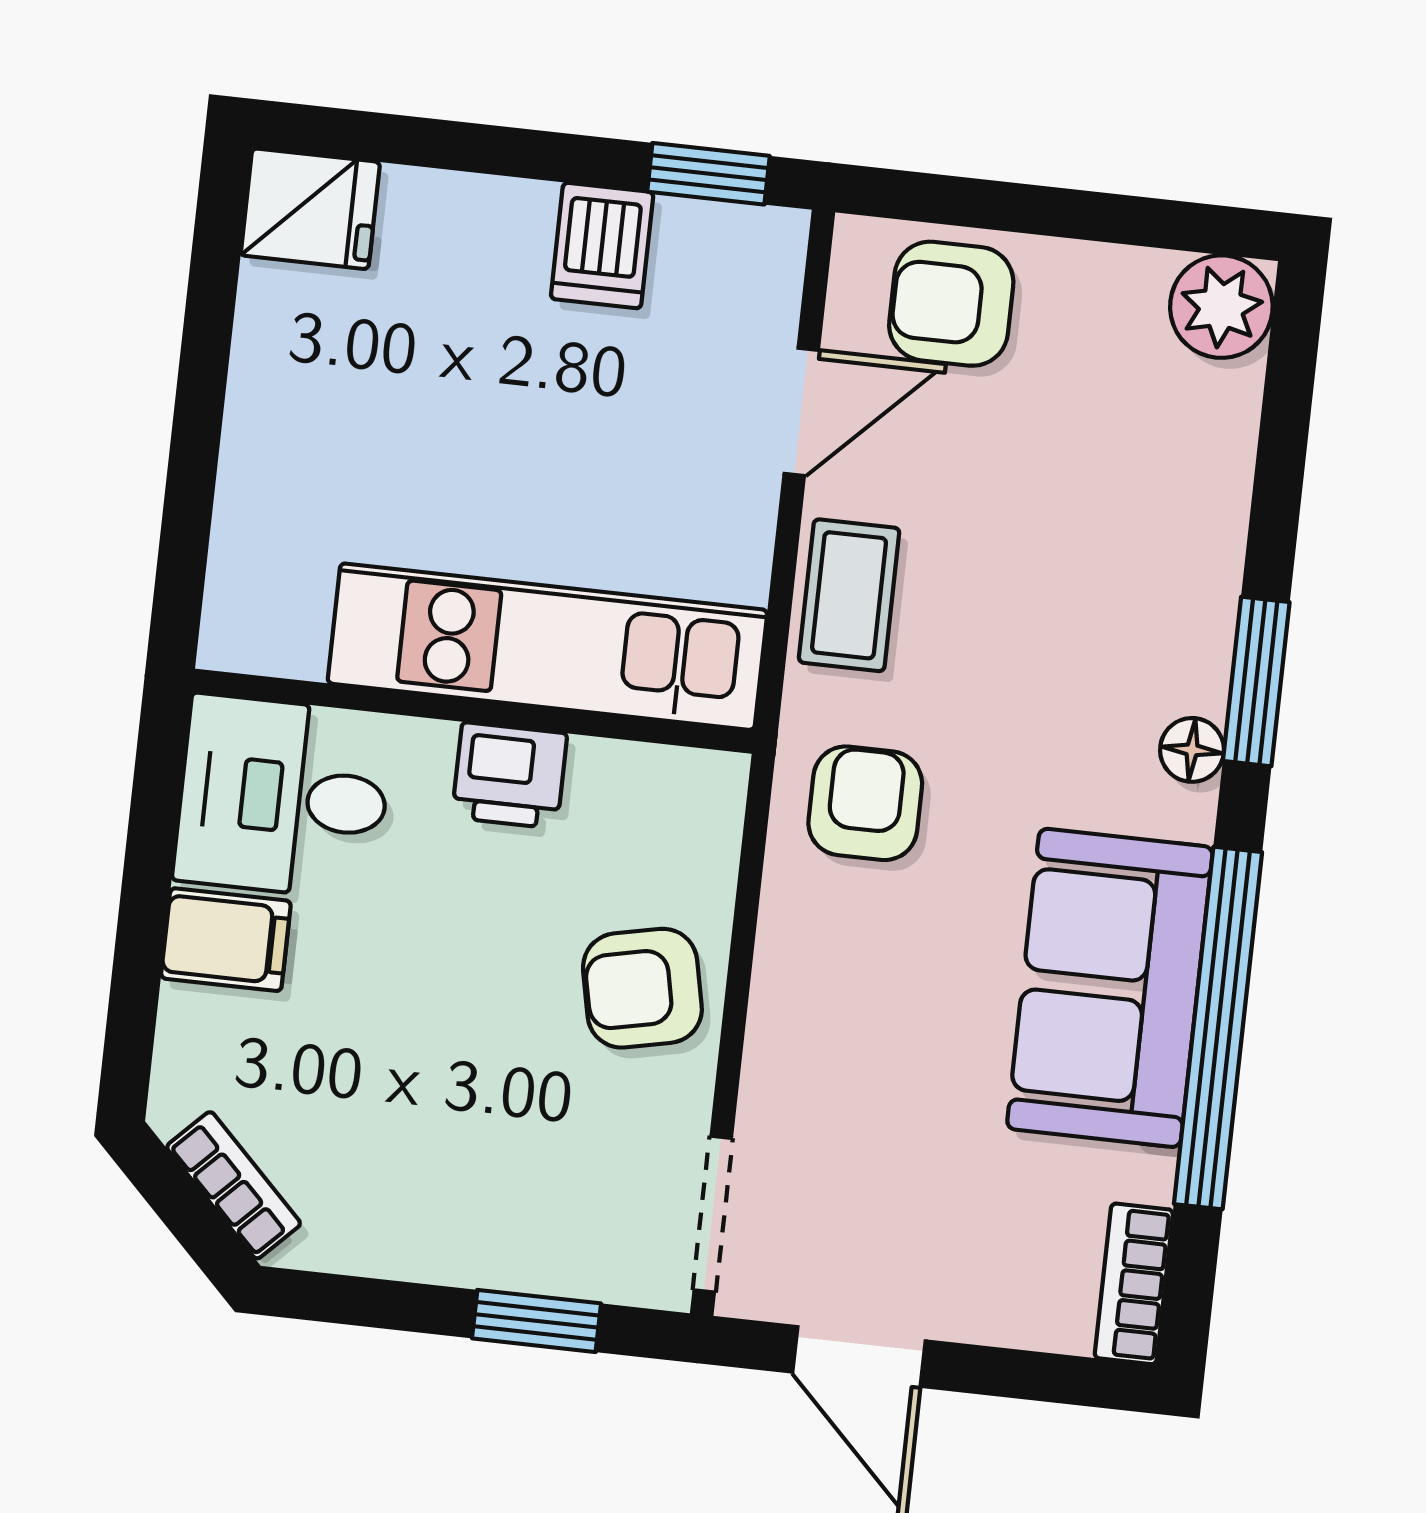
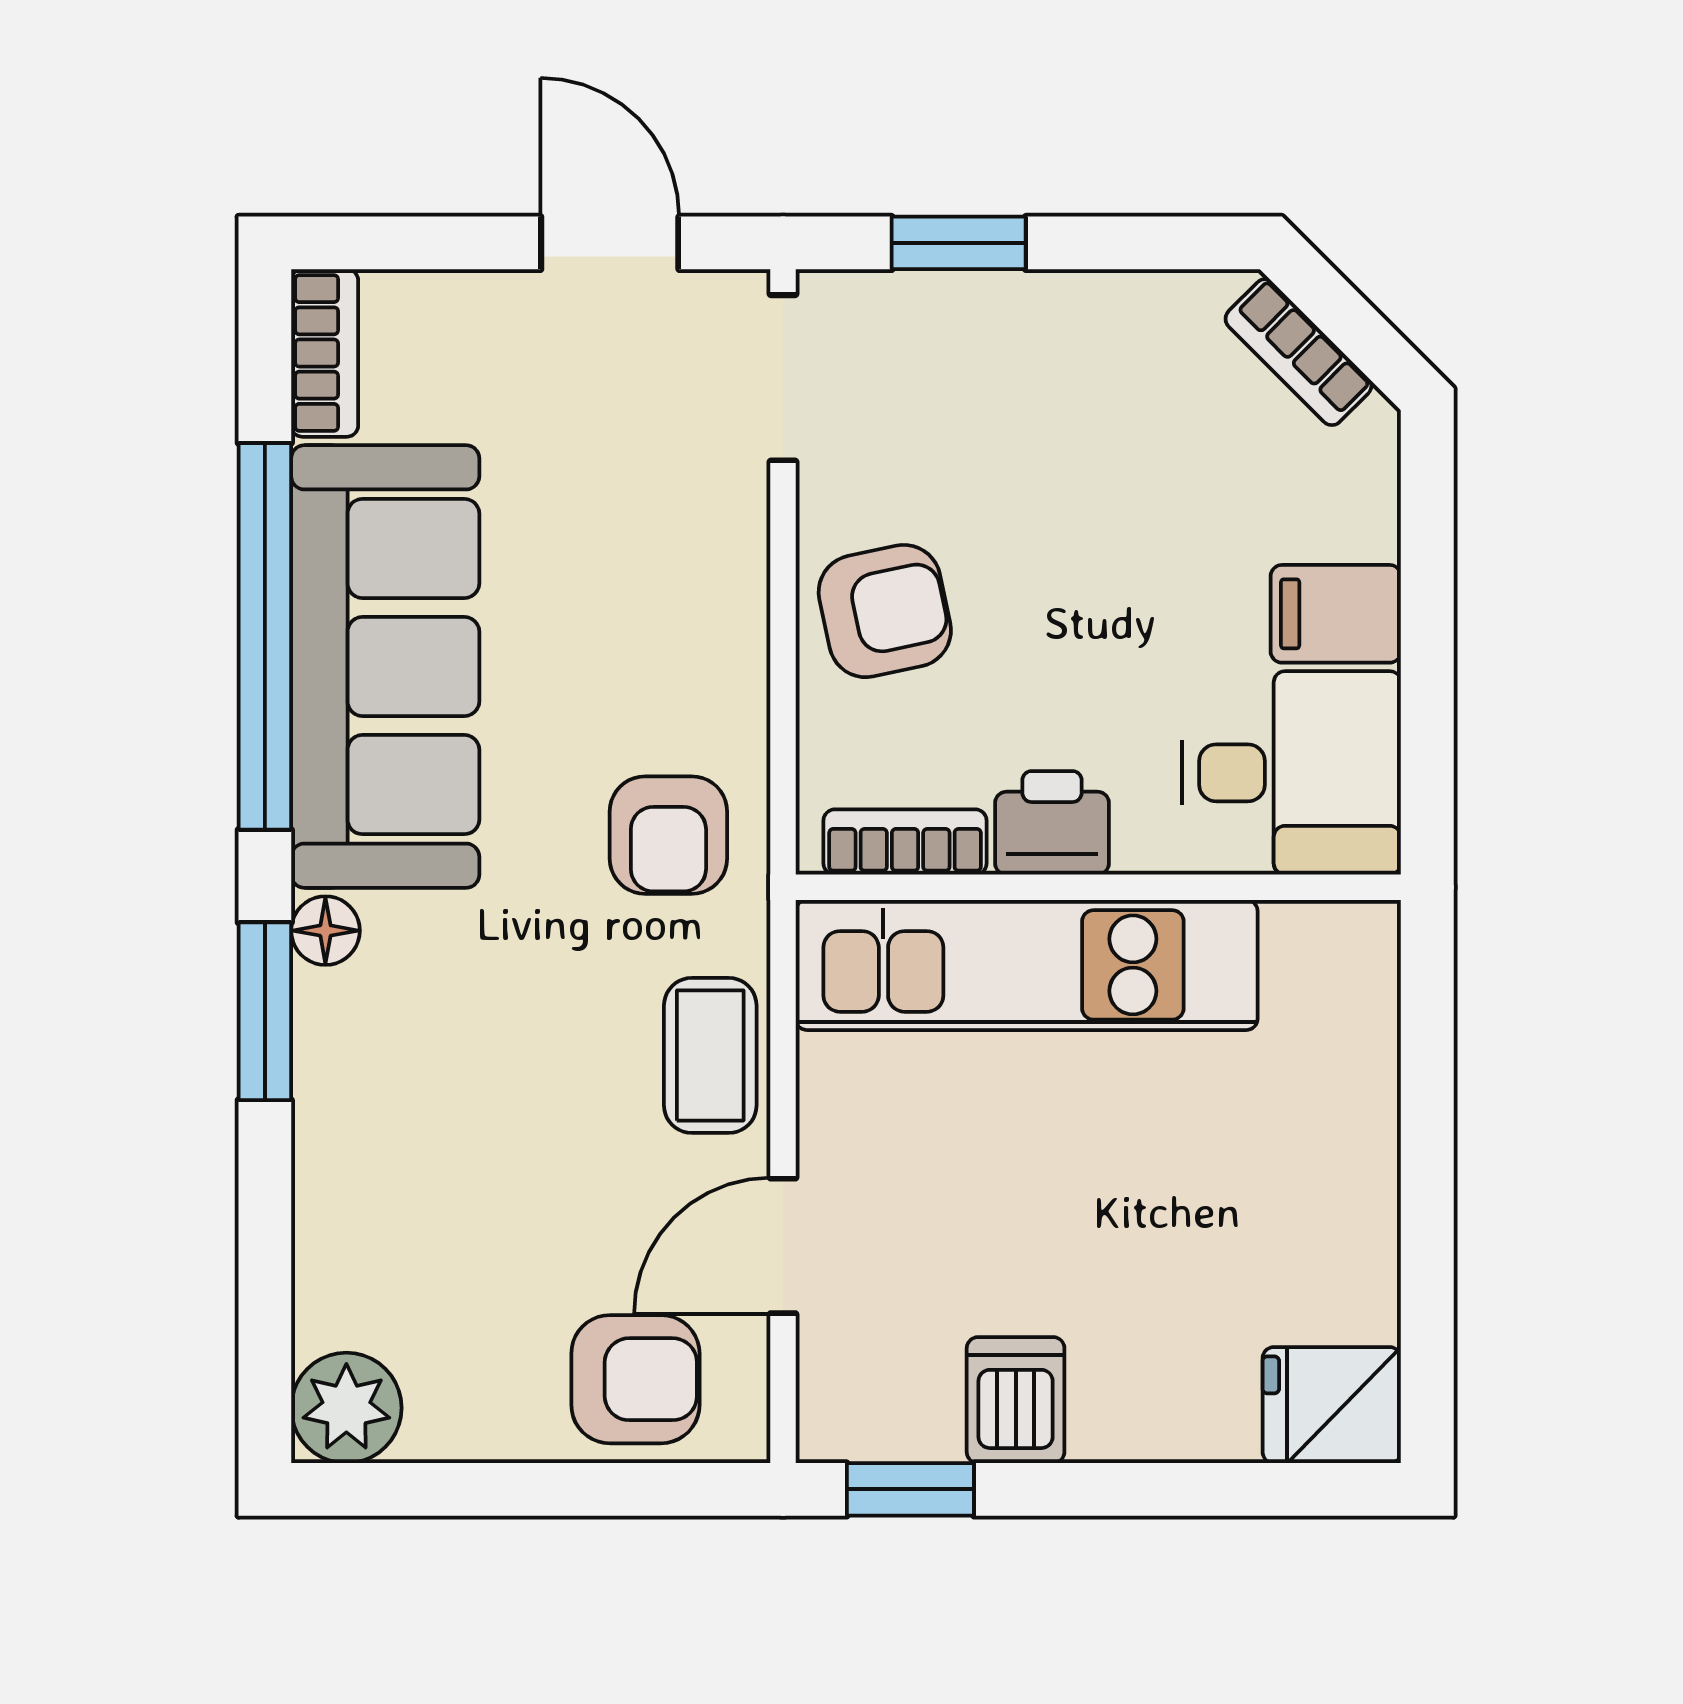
bookcase: (647, 773) -> (905, 842), added
sofa: (1110, 988) -> (385, 667), width x1.36

